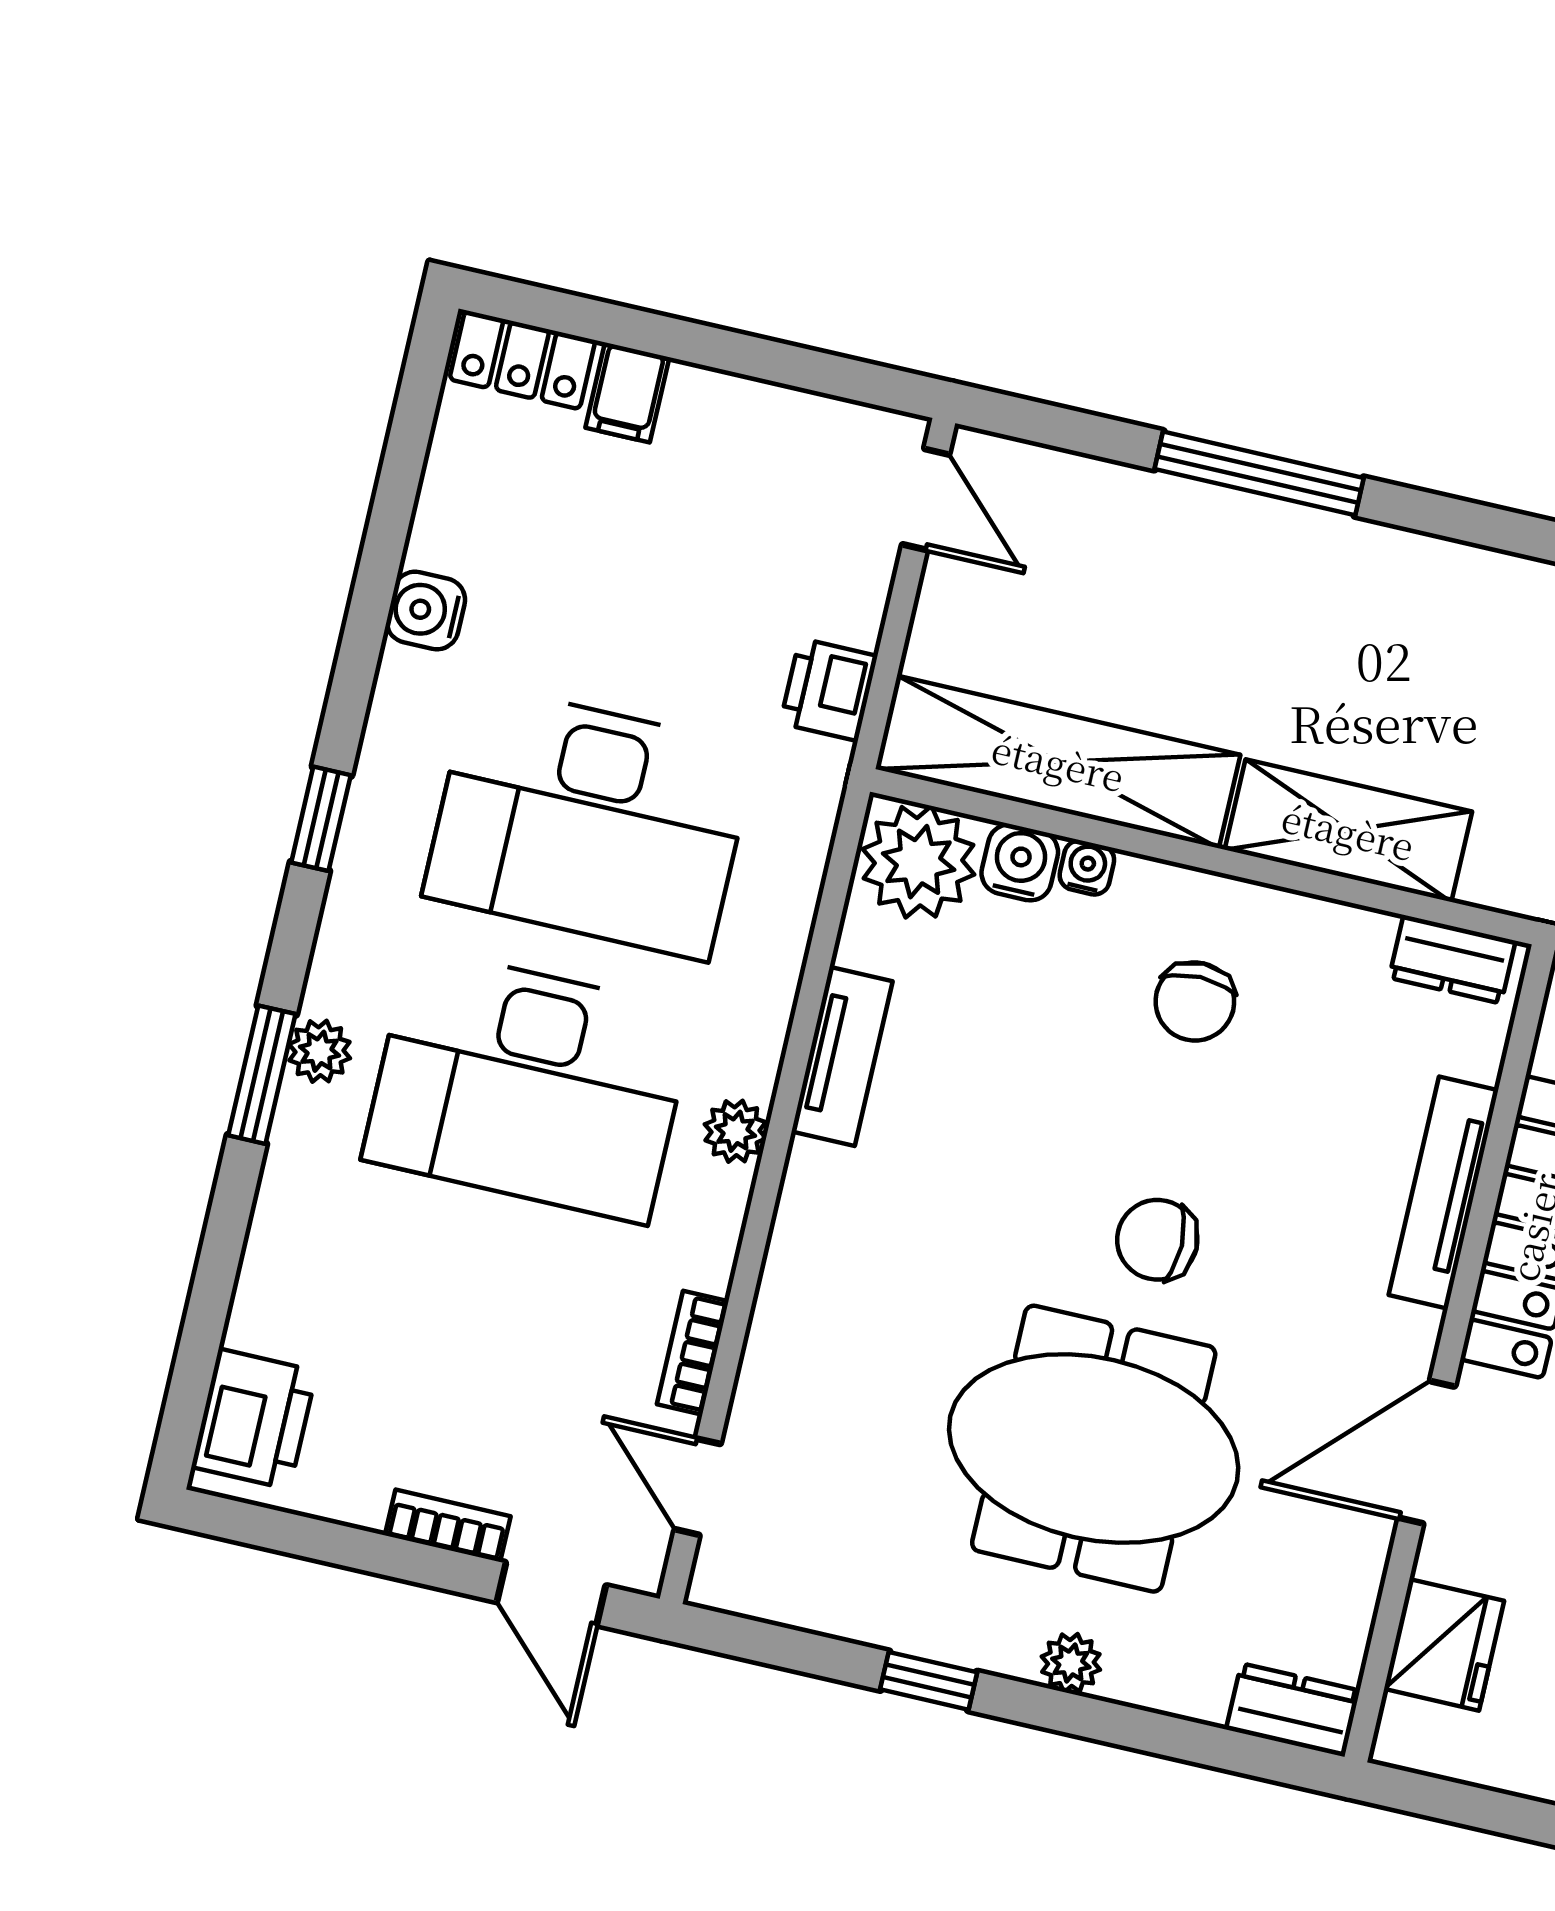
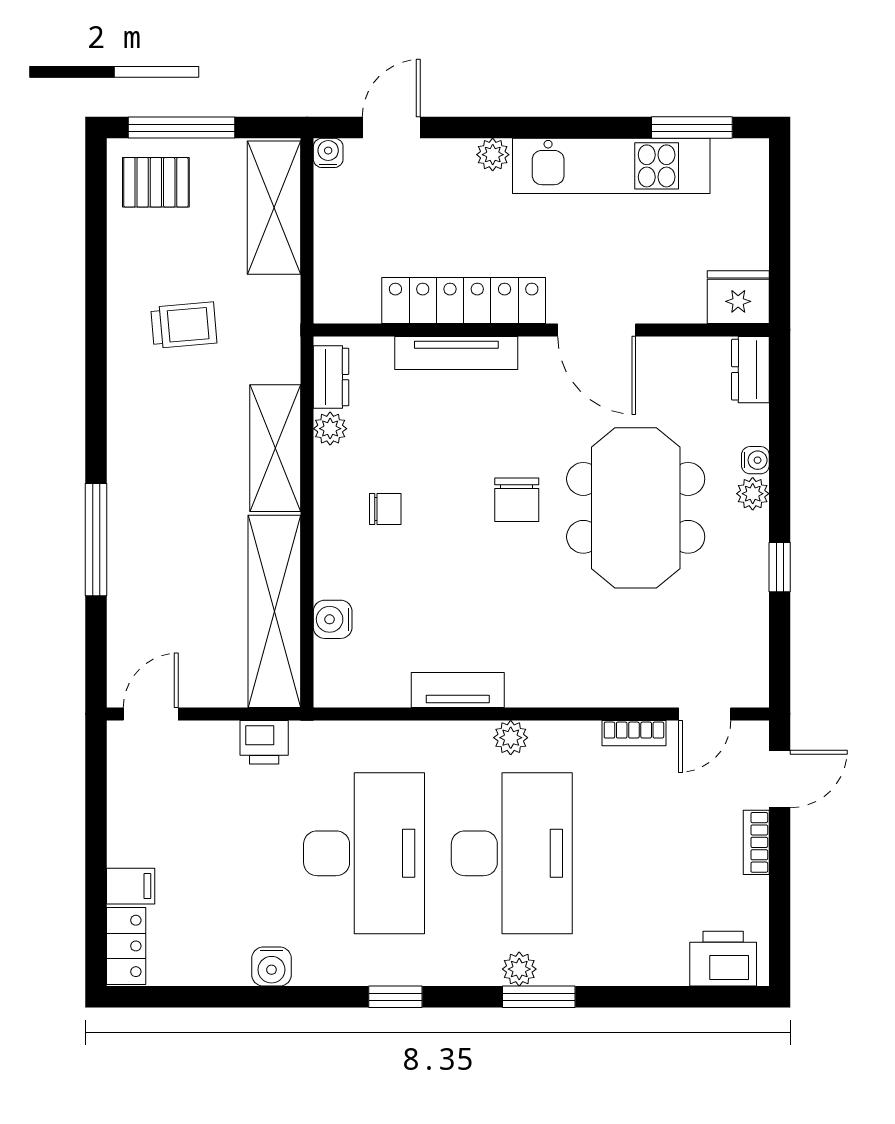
plant: (919, 862) -> (330, 429), moved, width x0.53, depth x0.53
water cooler: (1087, 868) -> (755, 460), moved, turned 180
chair: (1195, 1001) -> (385, 509), width x0.73, depth x0.73
fridge: (1444, 1645) -> (738, 297), moved

